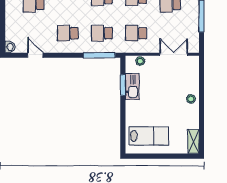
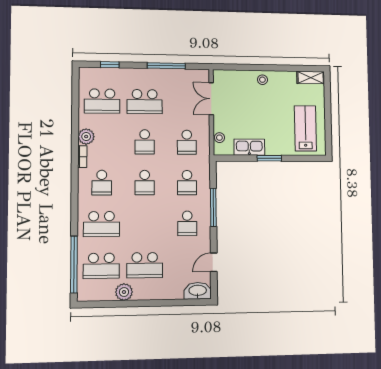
washbasin: (10, 47) -> (198, 291), width x1.91, depth x1.45
window: (99, 55) -> (213, 207), moved
window: (123, 85) -> (269, 158), moved

